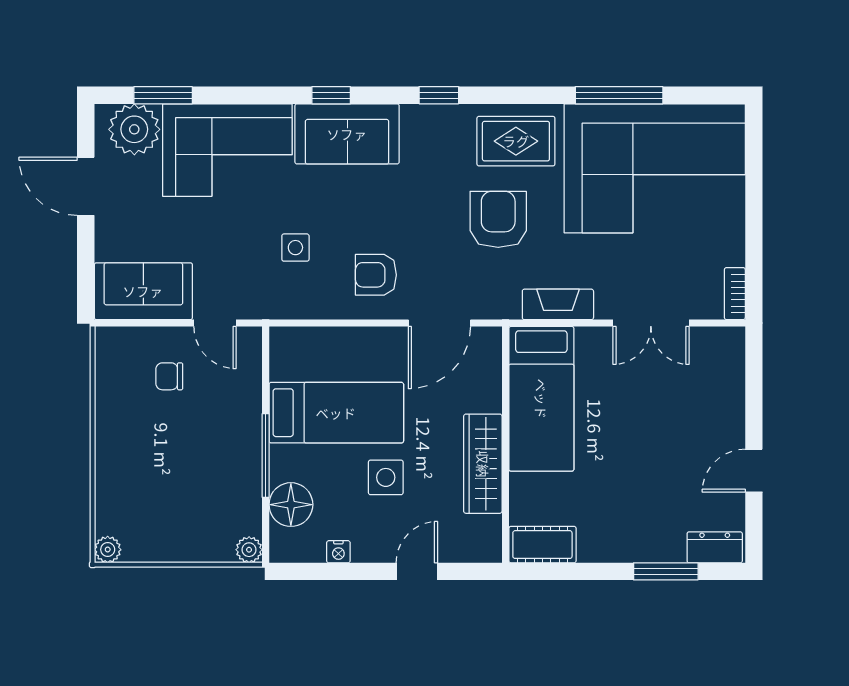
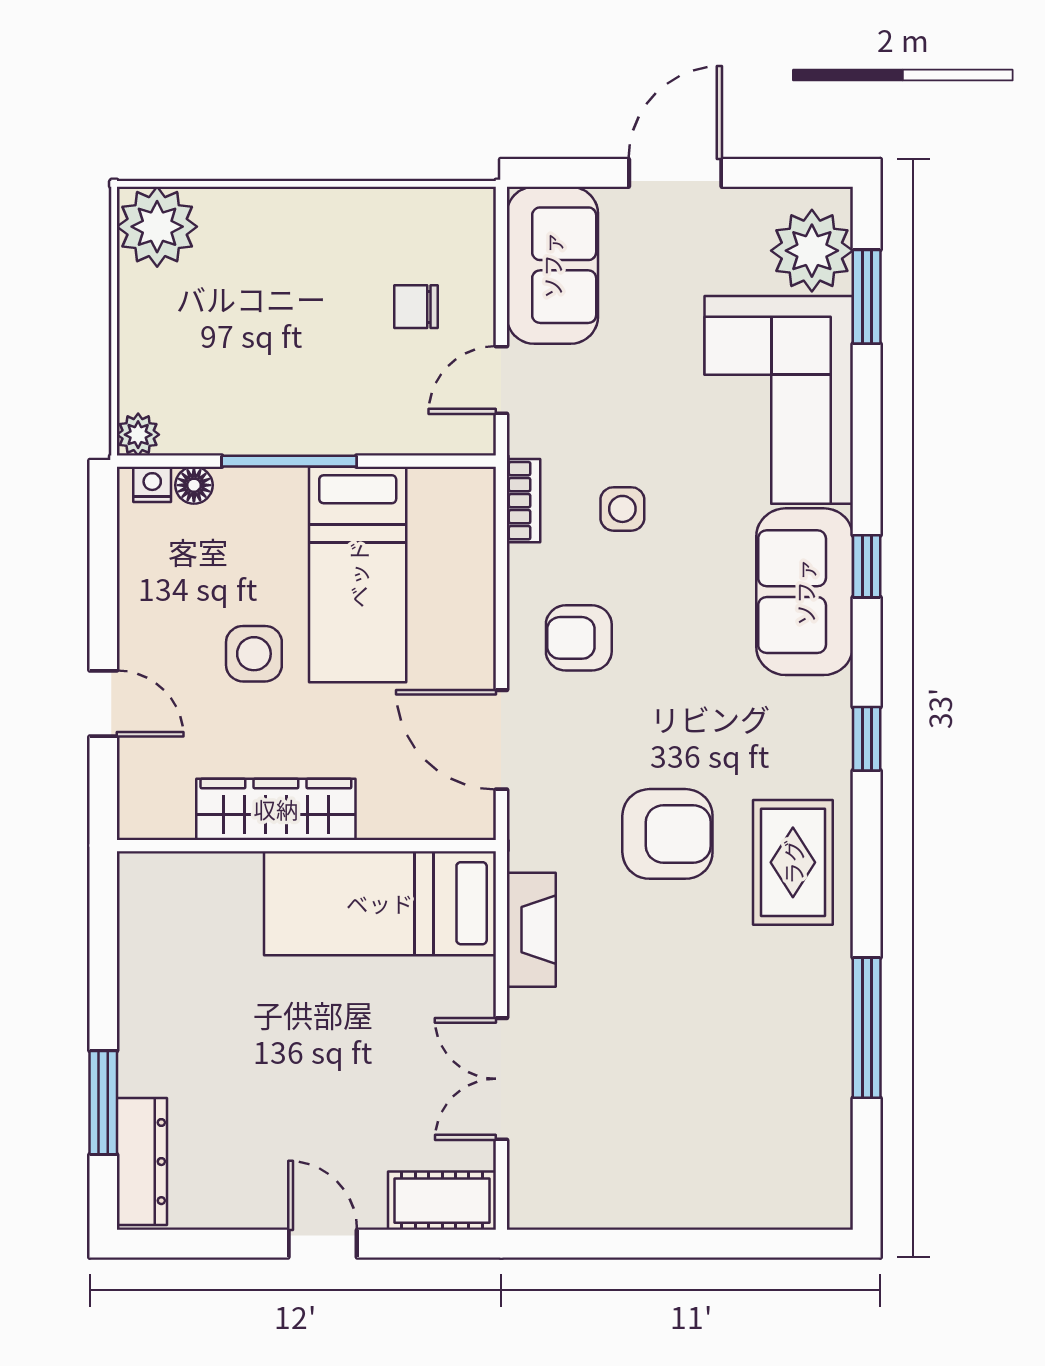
corner sofa: (655, 168) -> (749, 1085), removed
door: (86, 186) -> (675, 173), moved
armchair: (376, 275) -> (579, 638), turned -90
bookcase: (735, 294) -> (524, 501), moved, turned 90
chair: (169, 376) -> (416, 307), turned -90
door: (754, 471) -> (323, 1244), moved
floor lamp: (291, 505) -> (194, 485), width x0.53, depth x0.53
cot: (542, 545) -> (442, 1201), moved, turned 90
dresser: (715, 547) -> (142, 1162), width x1.44
plant: (108, 550) -> (157, 227), width x1.87, depth x1.87
nightstand: (338, 552) -> (152, 484), moved, turned 90

